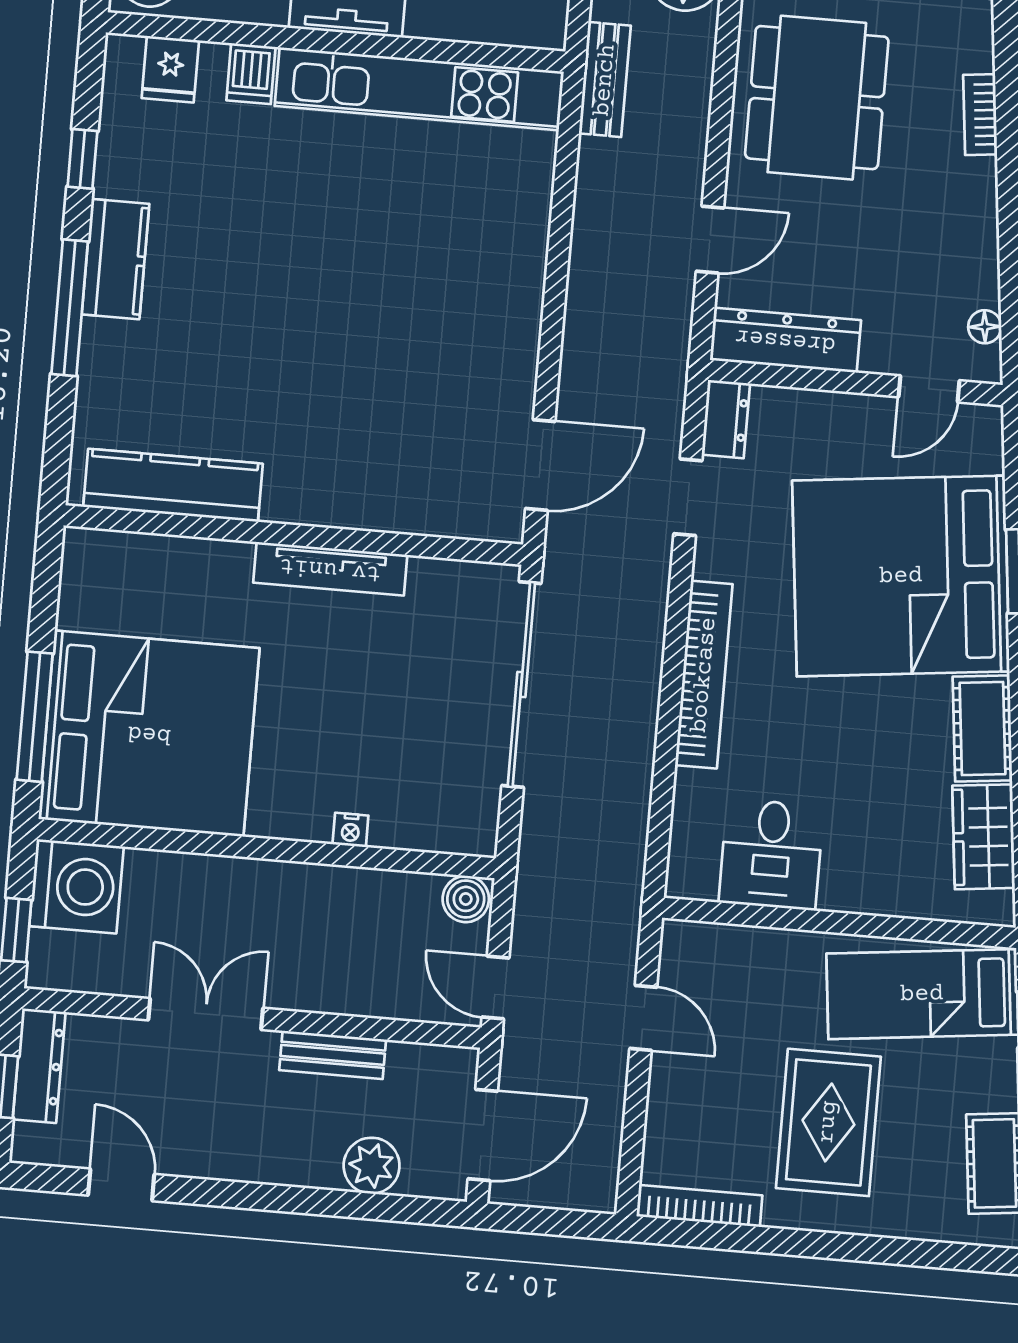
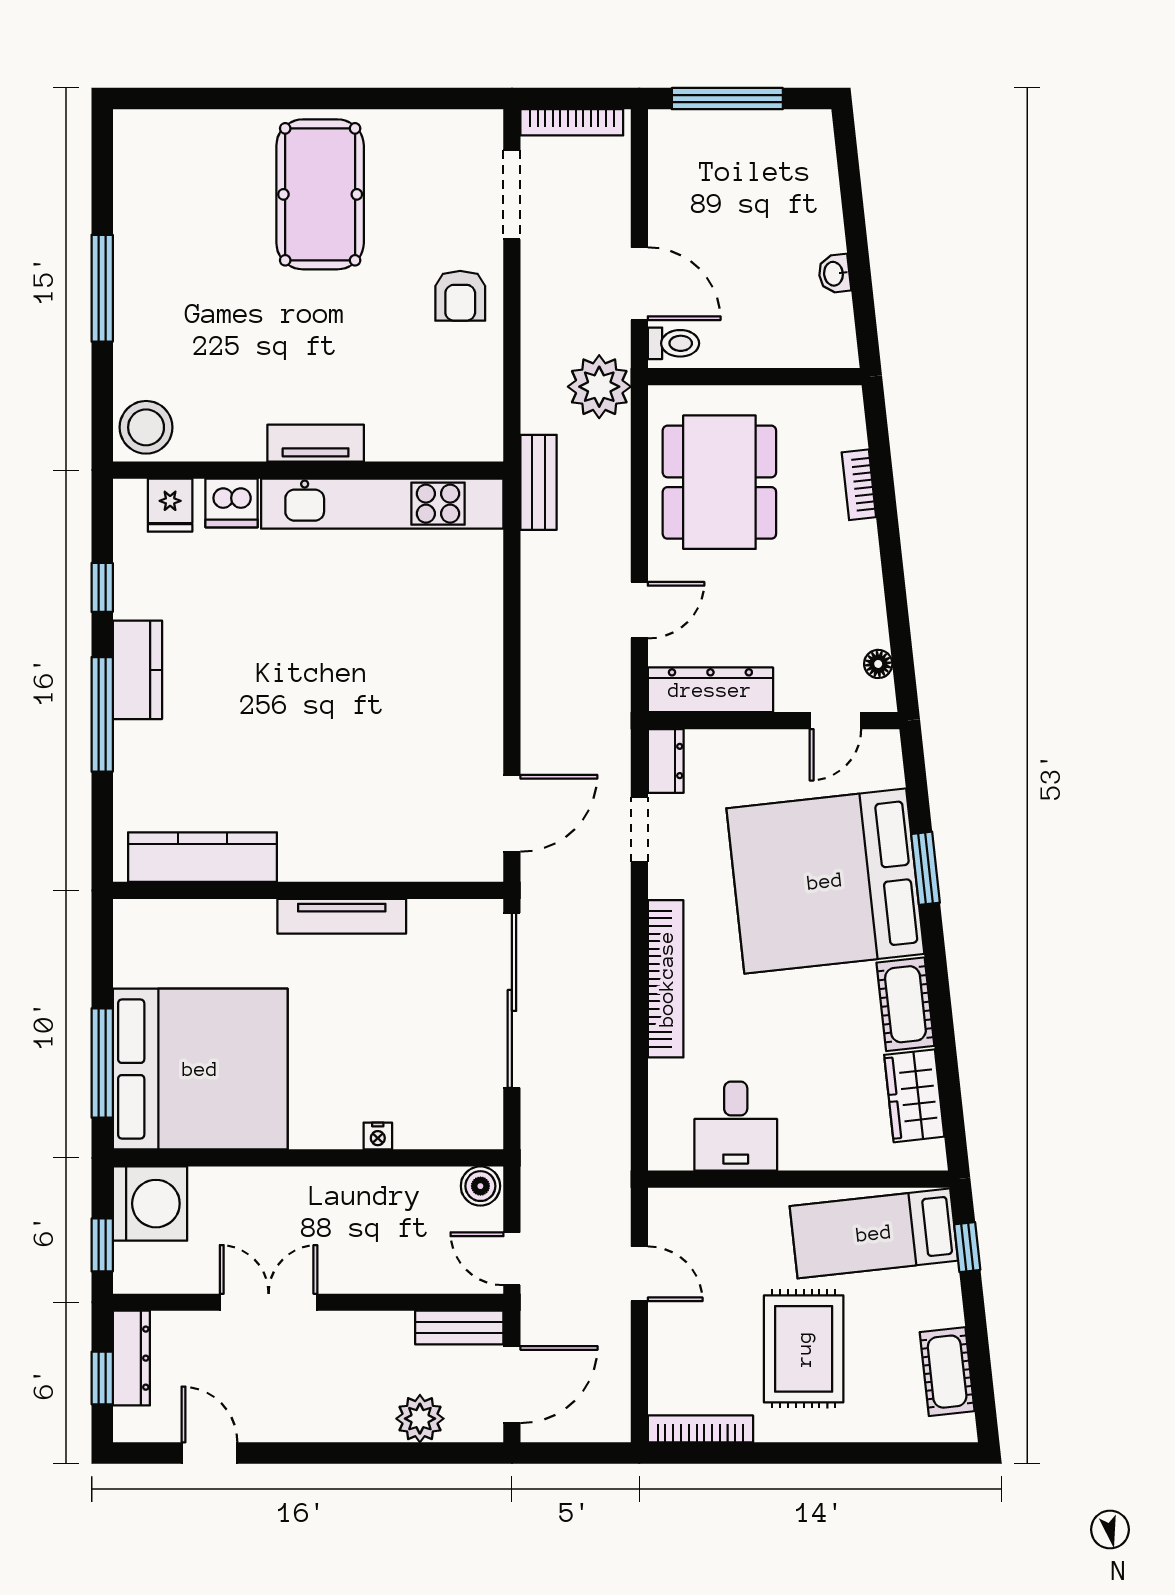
dishwasher: (251, 74) -> (232, 503), width x1.38
bench: (333, 1055) -> (459, 1328), moved

